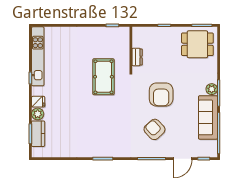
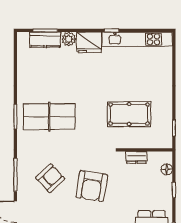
floor lamp: (147, 32) -> (167, 169), added
pool table: (103, 77) -> (129, 114), moved
armchair: (161, 95) -> (92, 186), turned -81
fridge: (38, 102) -> (89, 42), width x1.88, depth x1.34
table tennis table: (103, 130) -> (49, 117), added

